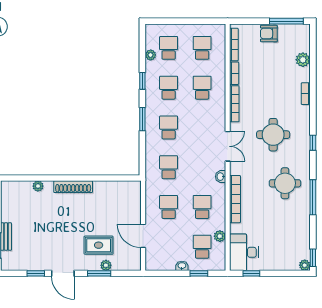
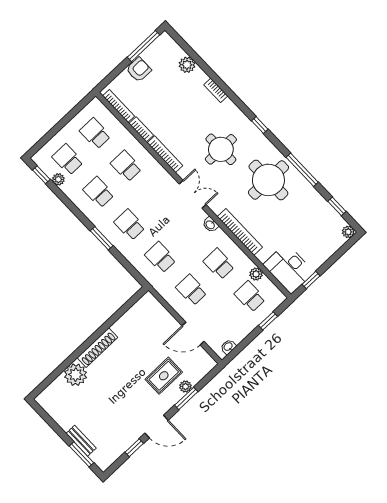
armchair: (269, 34) -> (139, 70), turned 180
window: (142, 81) -> (41, 175), moved
round table: (285, 183) -> (268, 180), width x1.36, depth x1.36
plant: (38, 186) -> (76, 375), width x1.88, depth x1.88
window: (313, 258) -> (337, 206), moved
washbasin: (182, 266) -> (228, 347), moved

